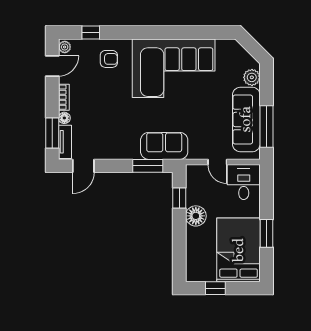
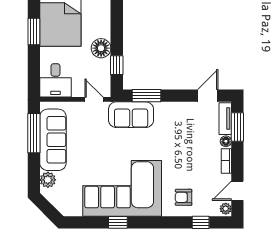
window: (178, 33) -> (118, 222), added
door: (217, 162) -> (94, 99), moved

